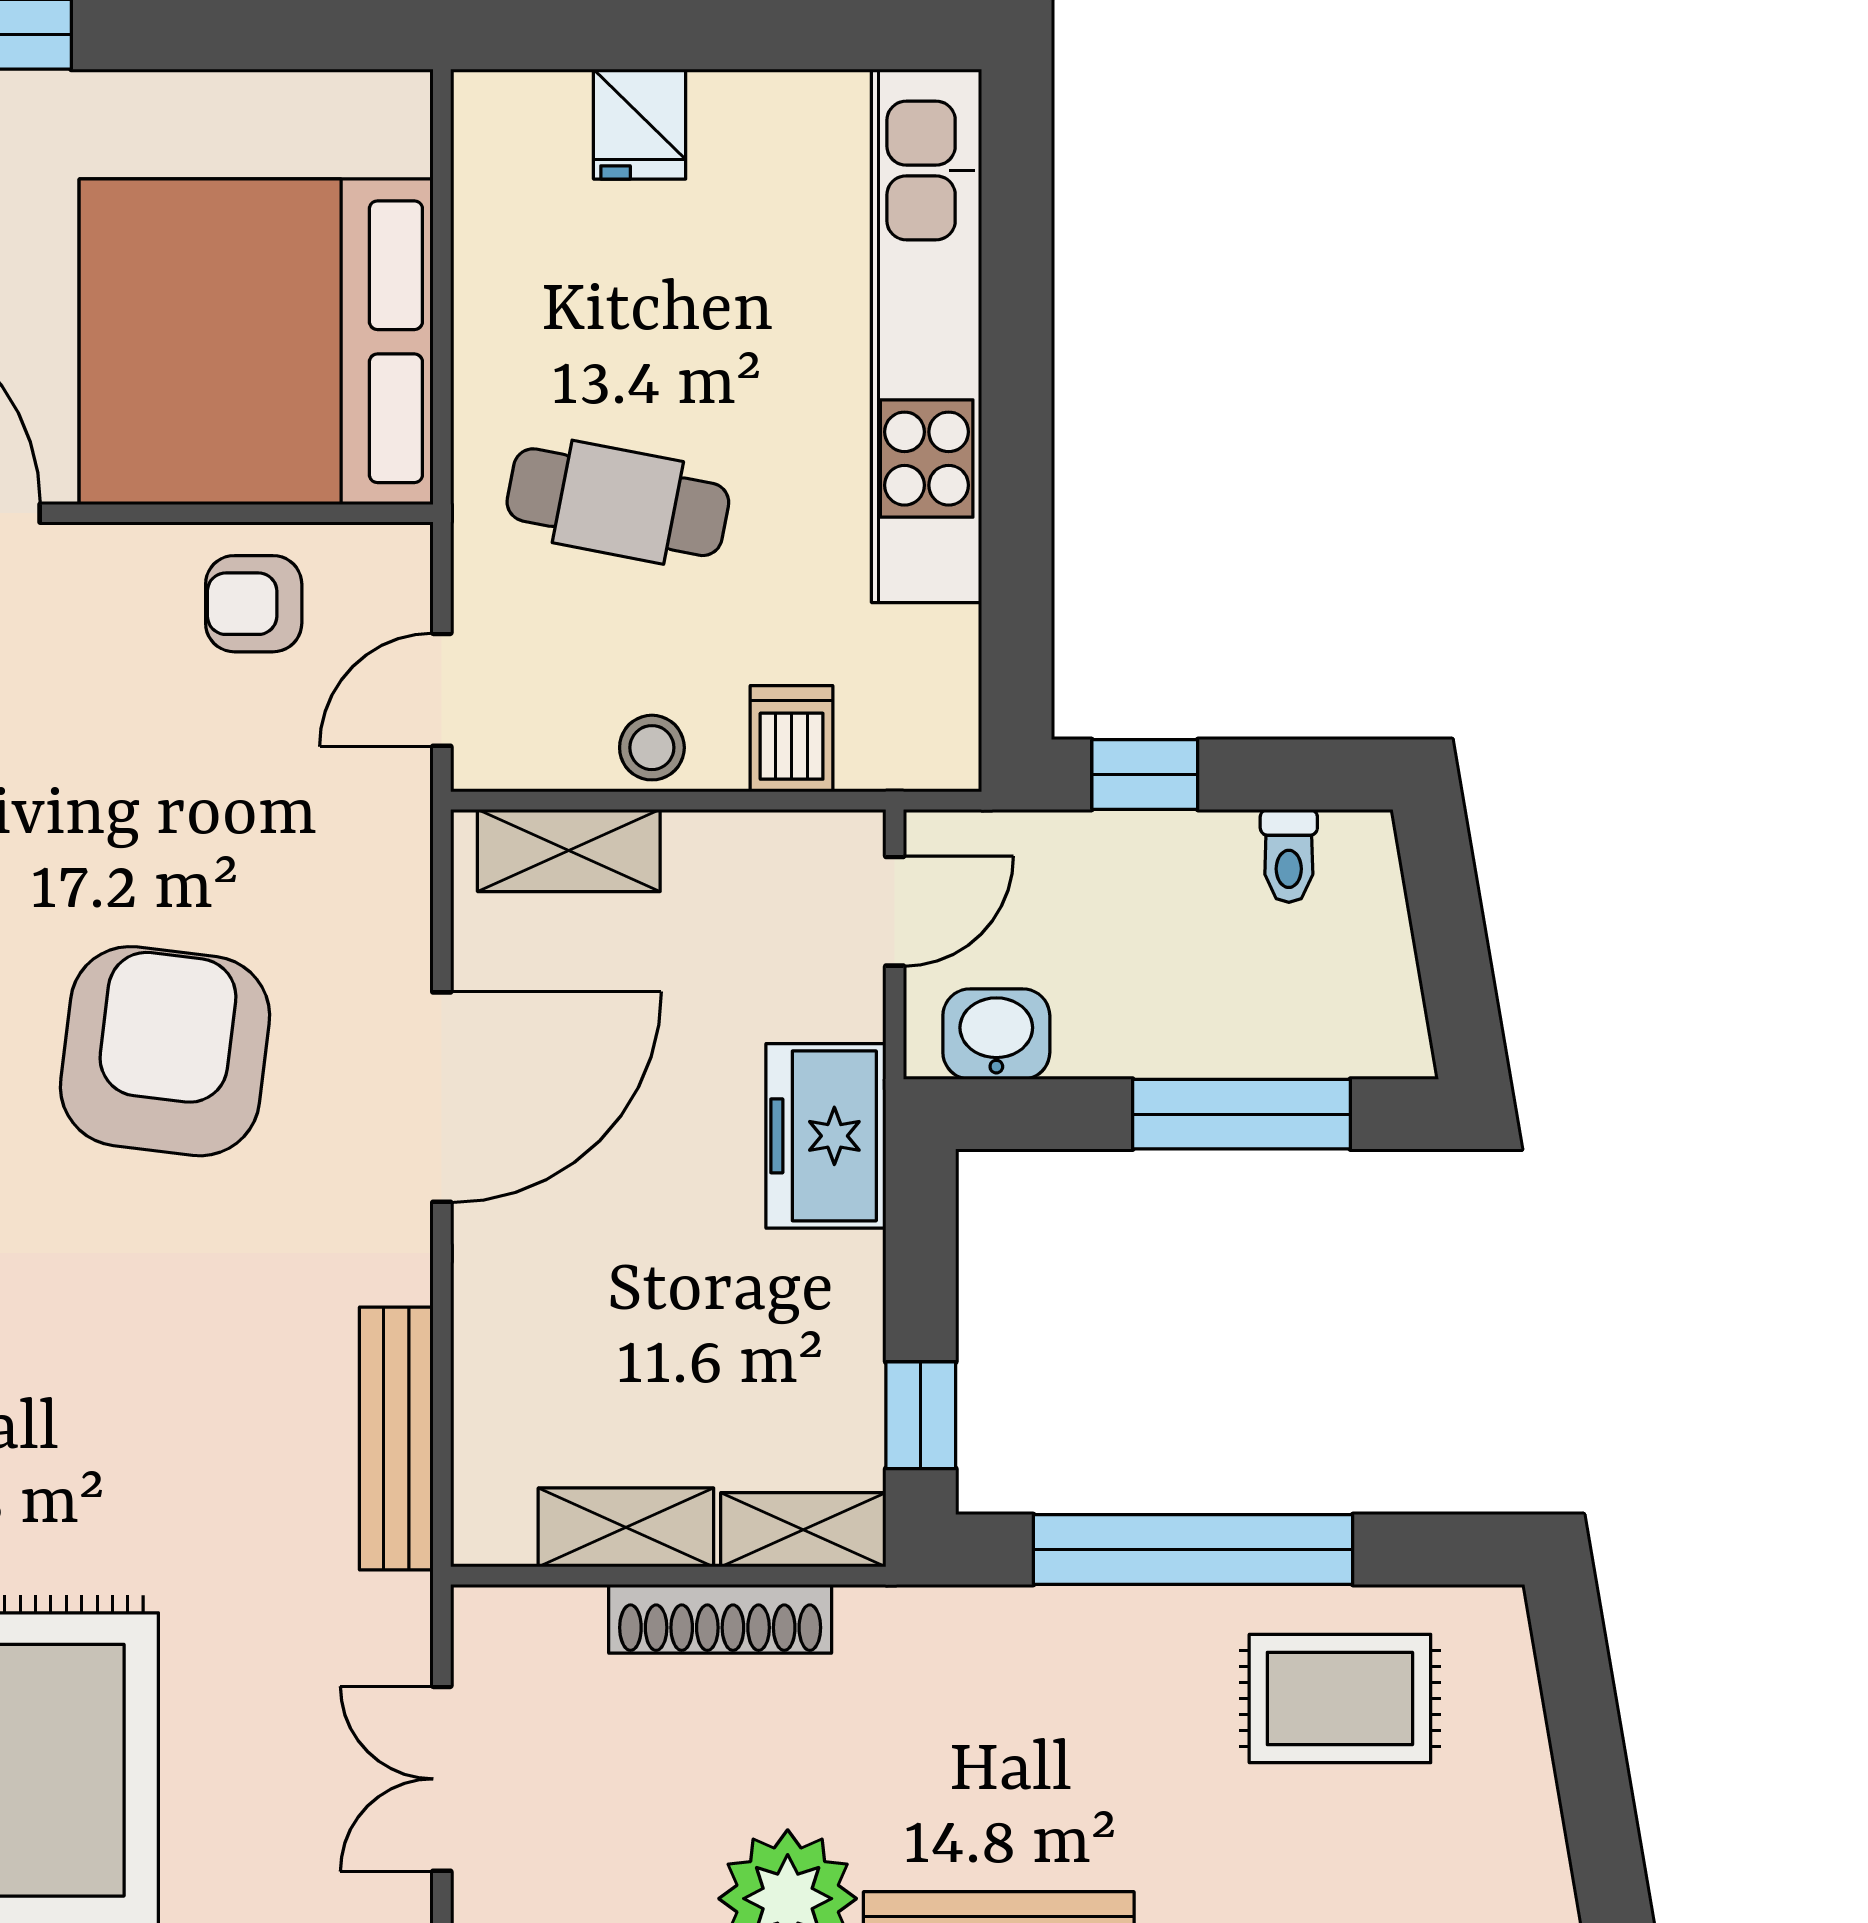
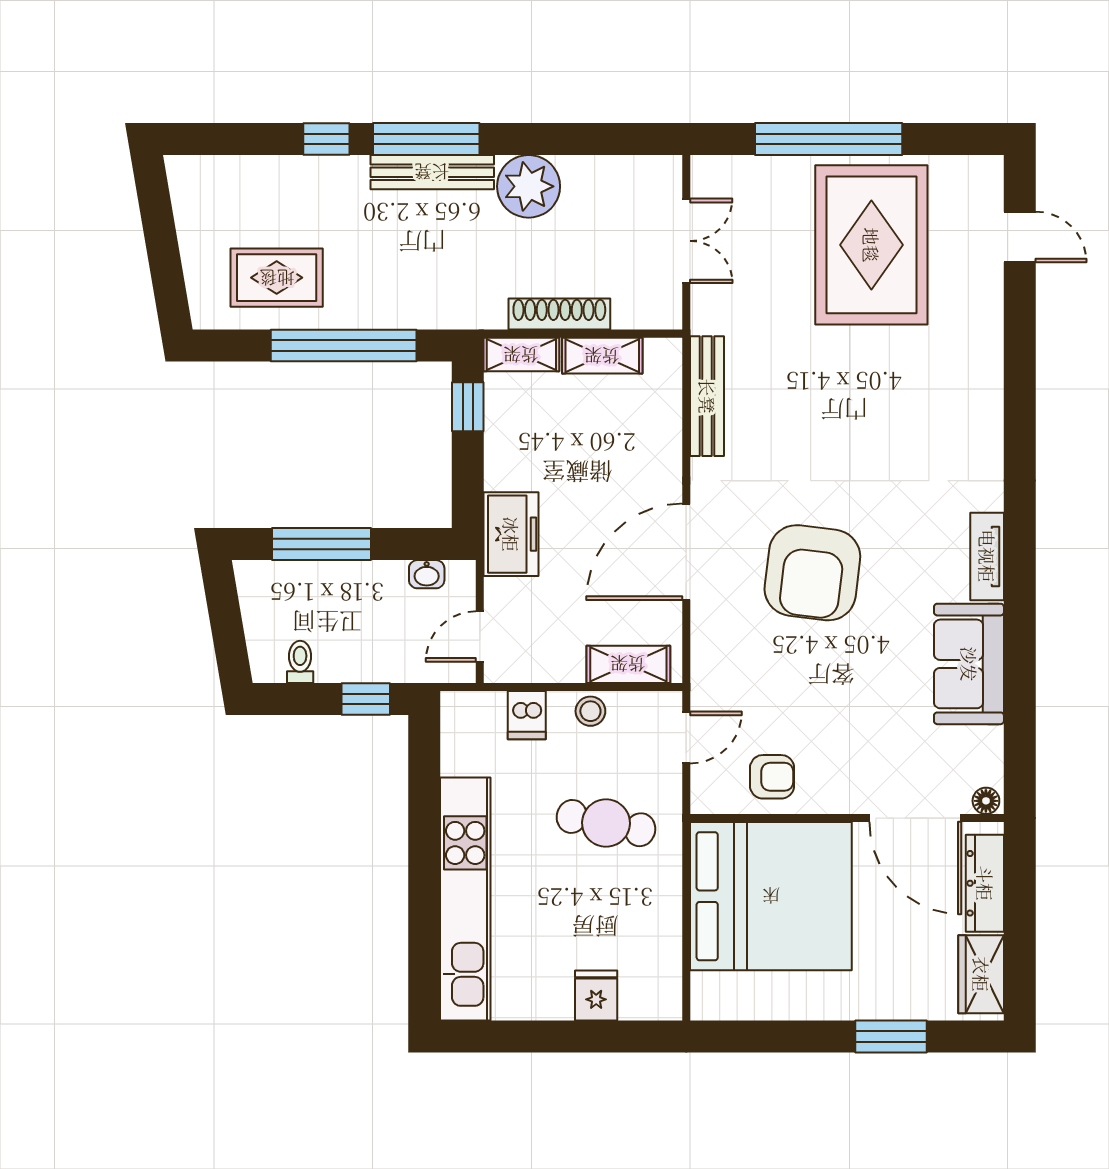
washbasin: (996, 1034) -> (427, 574), width x0.72, depth x0.69

